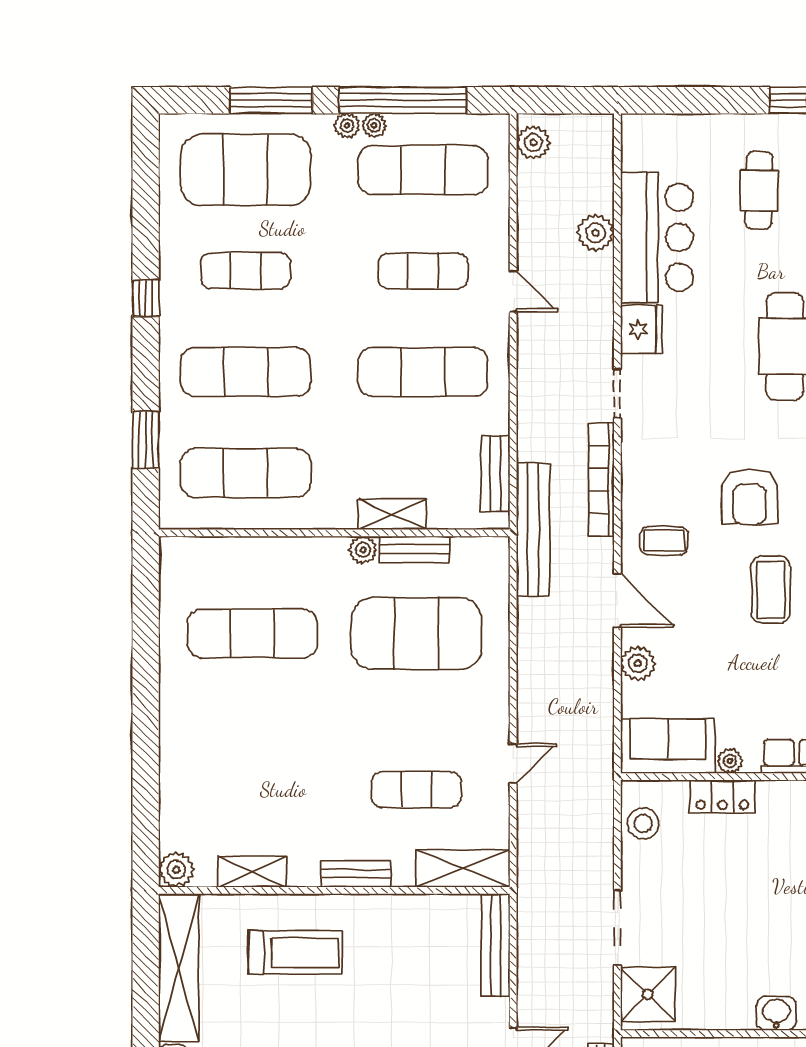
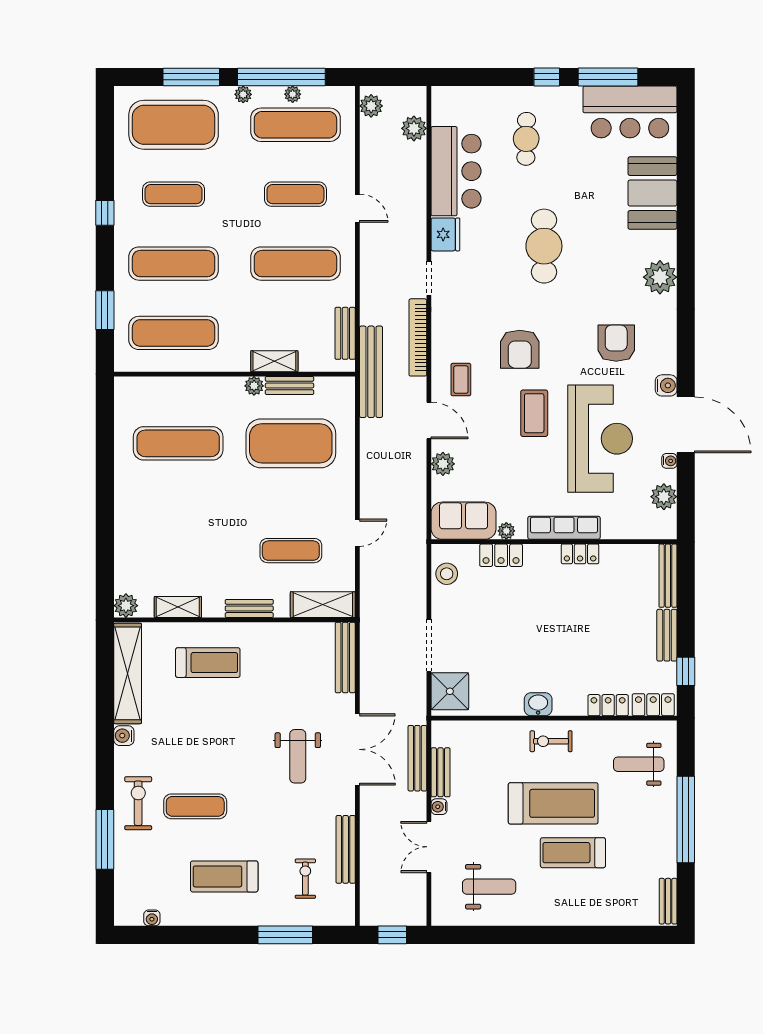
plant: (374, 125) -> (293, 94), moved
plant: (596, 233) -> (414, 128), moved
coffee table: (664, 541) -> (461, 380), turned 90

